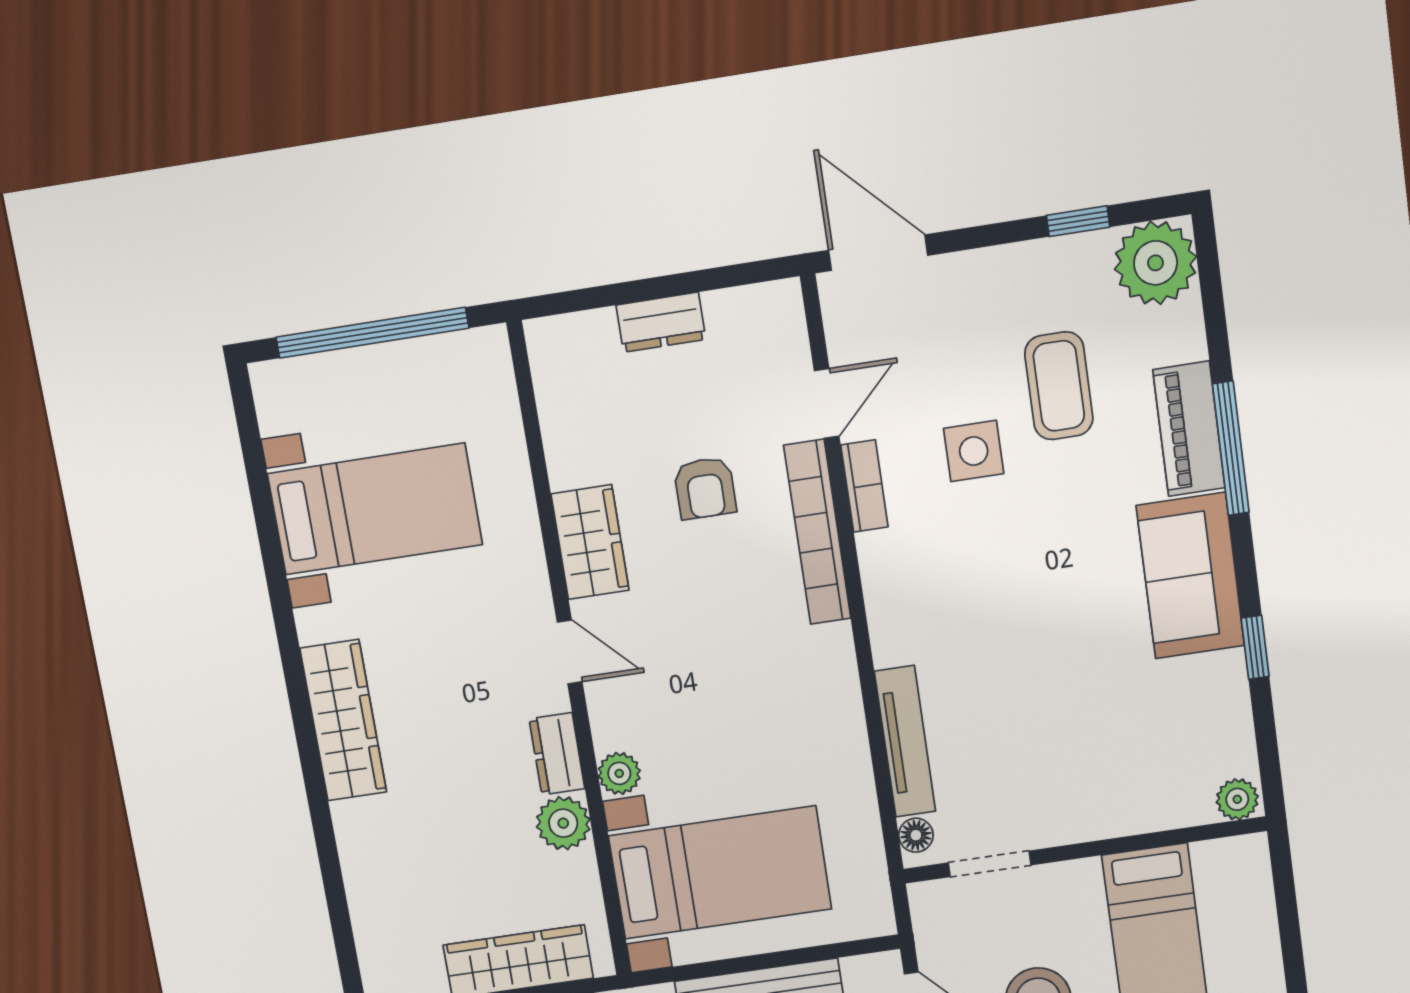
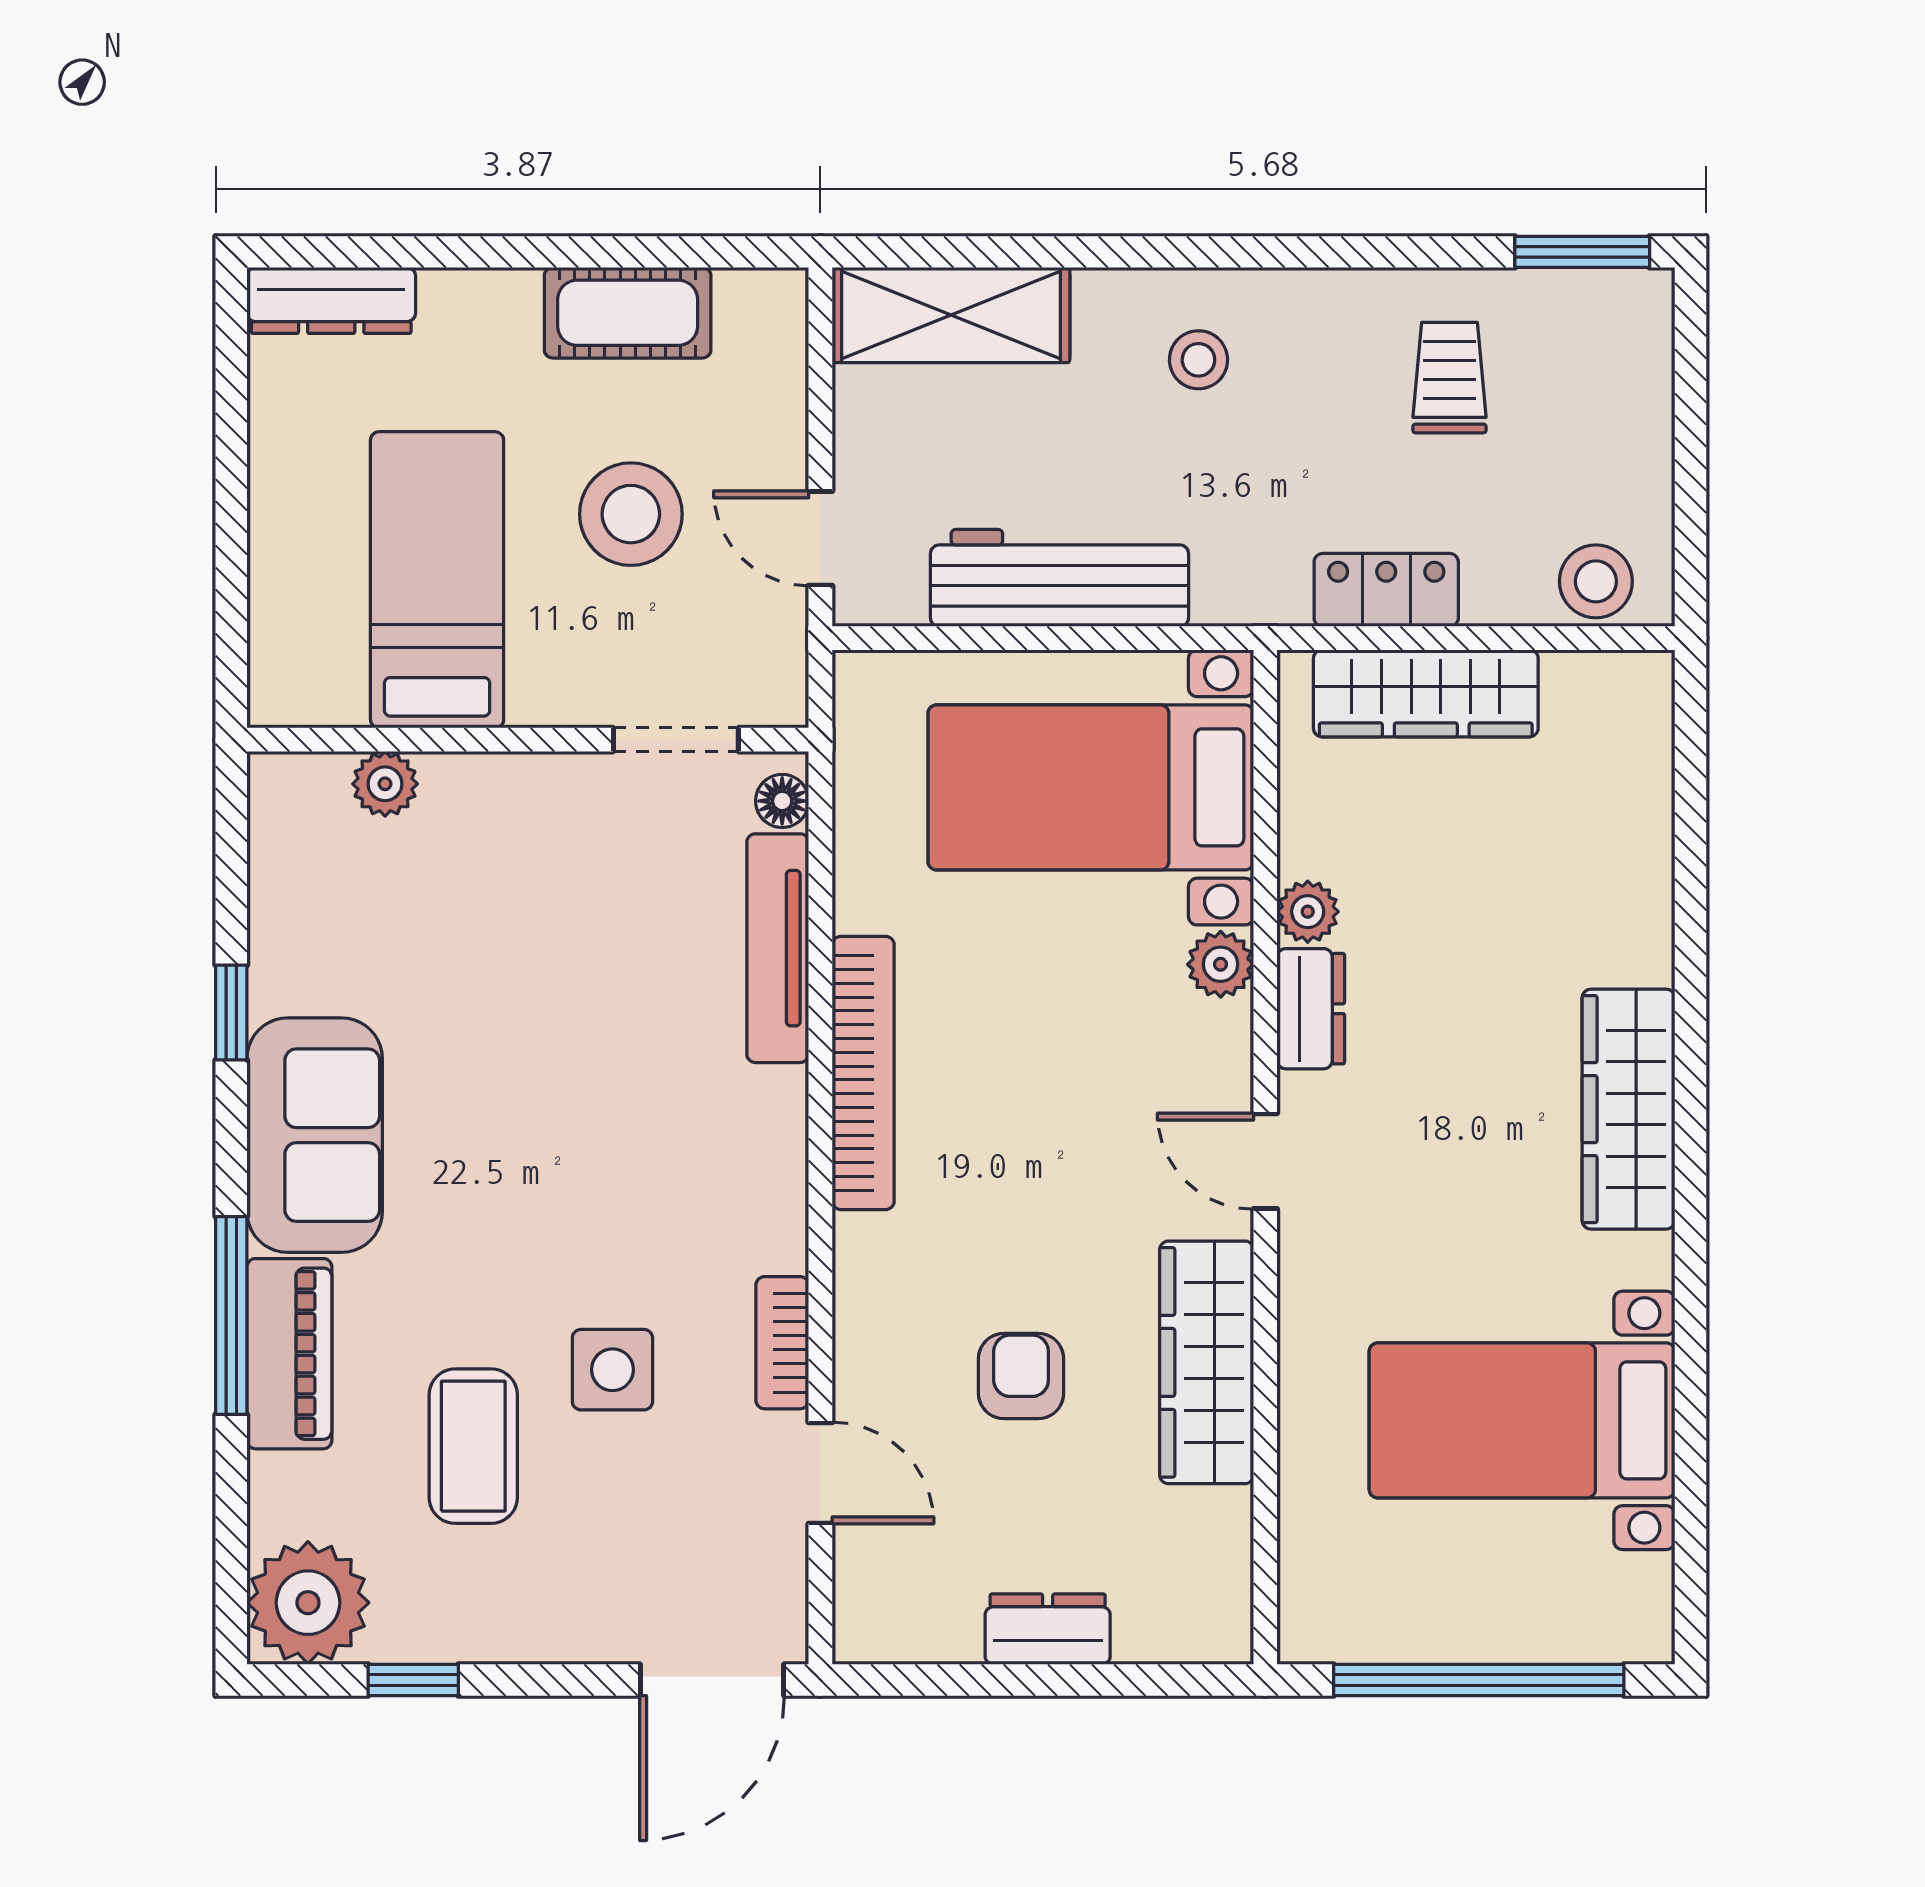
door: (878, 253) -> (712, 1680), hinge flipped
door: (827, 403) -> (820, 1473), swing flipped
bookcase: (817, 532) -> (863, 1073), moved
wardrobe: (590, 542) -> (1207, 1362), width x1.50
plant: (1237, 799) -> (385, 784), moved
plant: (563, 823) -> (1308, 912), width x0.73, depth x0.73

